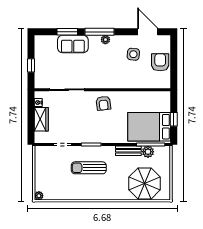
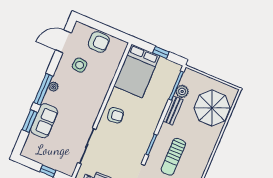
armchair: (160, 62) -> (99, 42), turned 180
bed: (149, 127) -> (137, 71), moved

